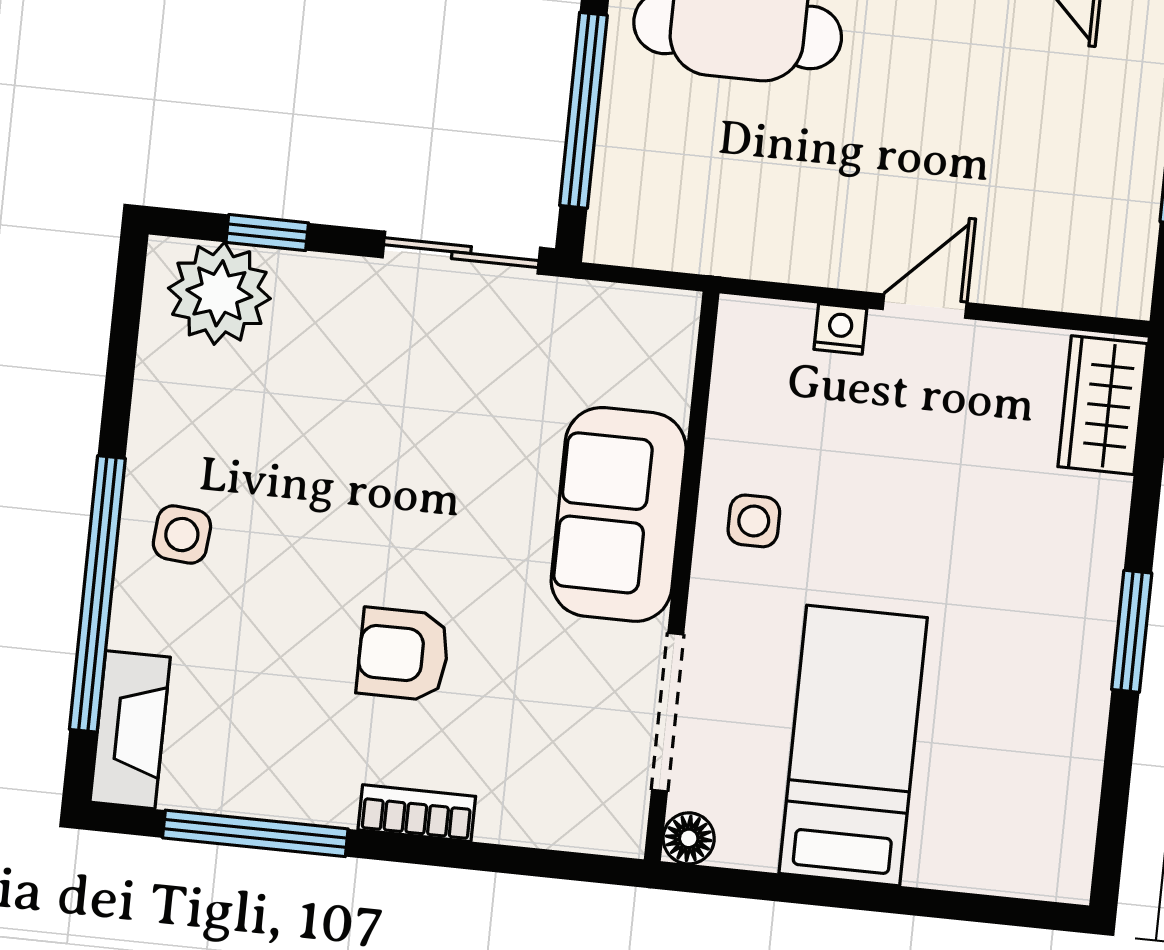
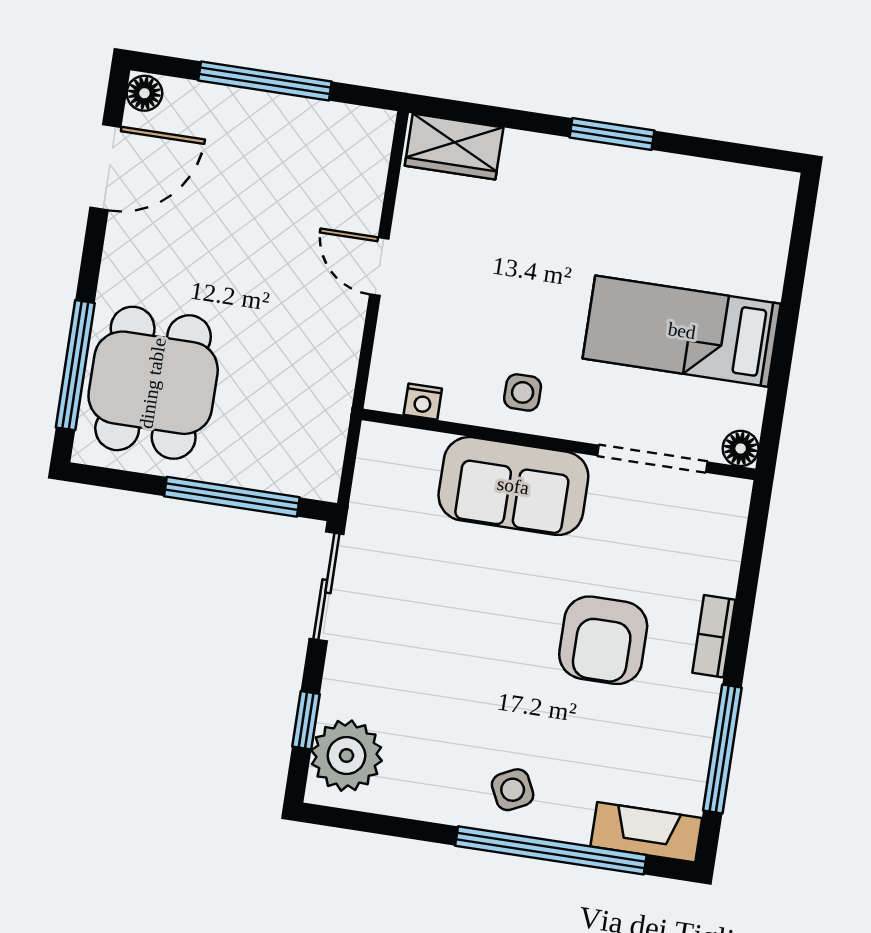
nightstand: (840, 329) -> (423, 402), moved, turned -90
side table: (182, 535) -> (513, 790), turned -31
armchair: (403, 654) -> (603, 640), width x1.38, depth x1.38

